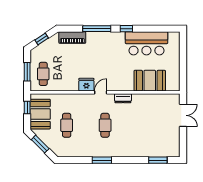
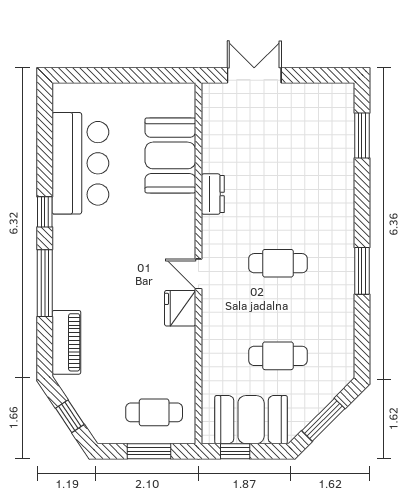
dresser: (123, 98) -> (213, 194), moved

